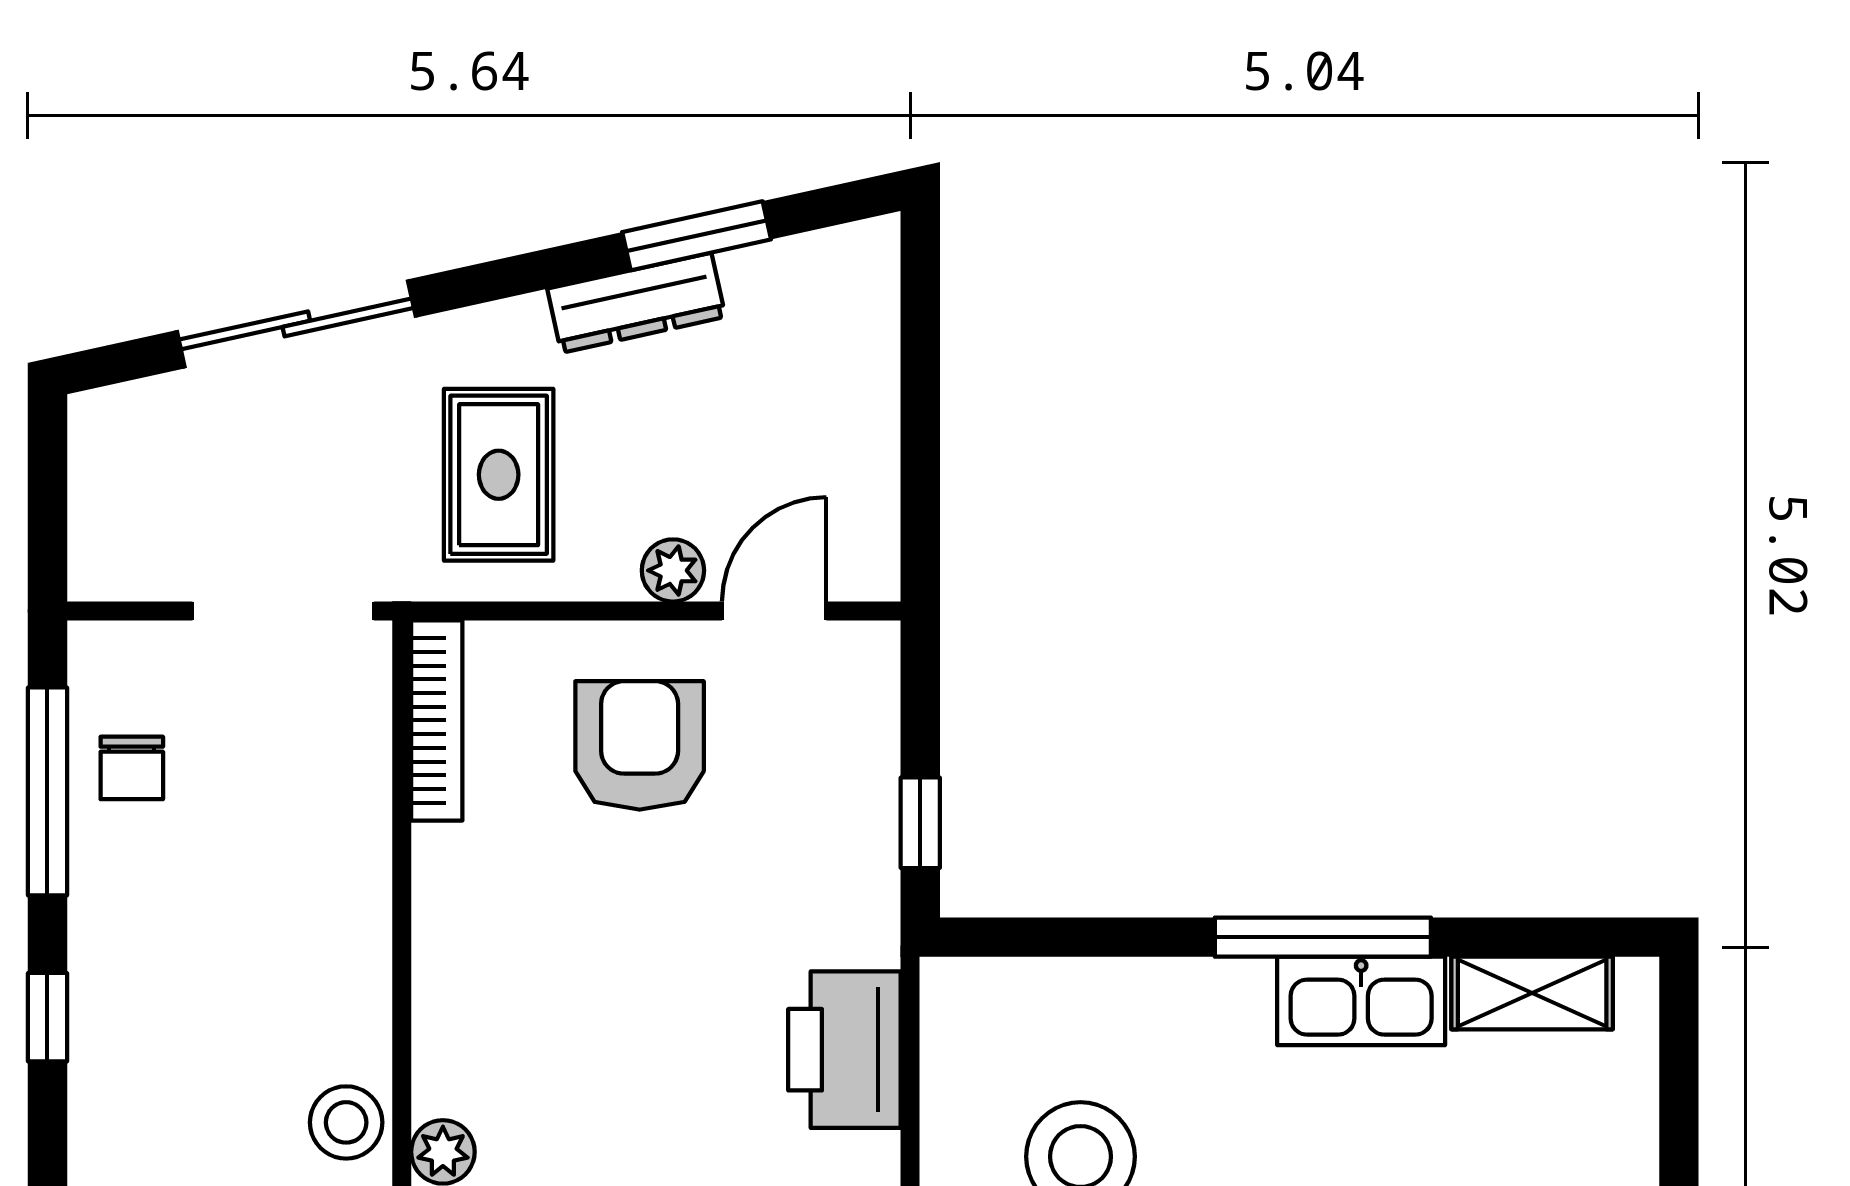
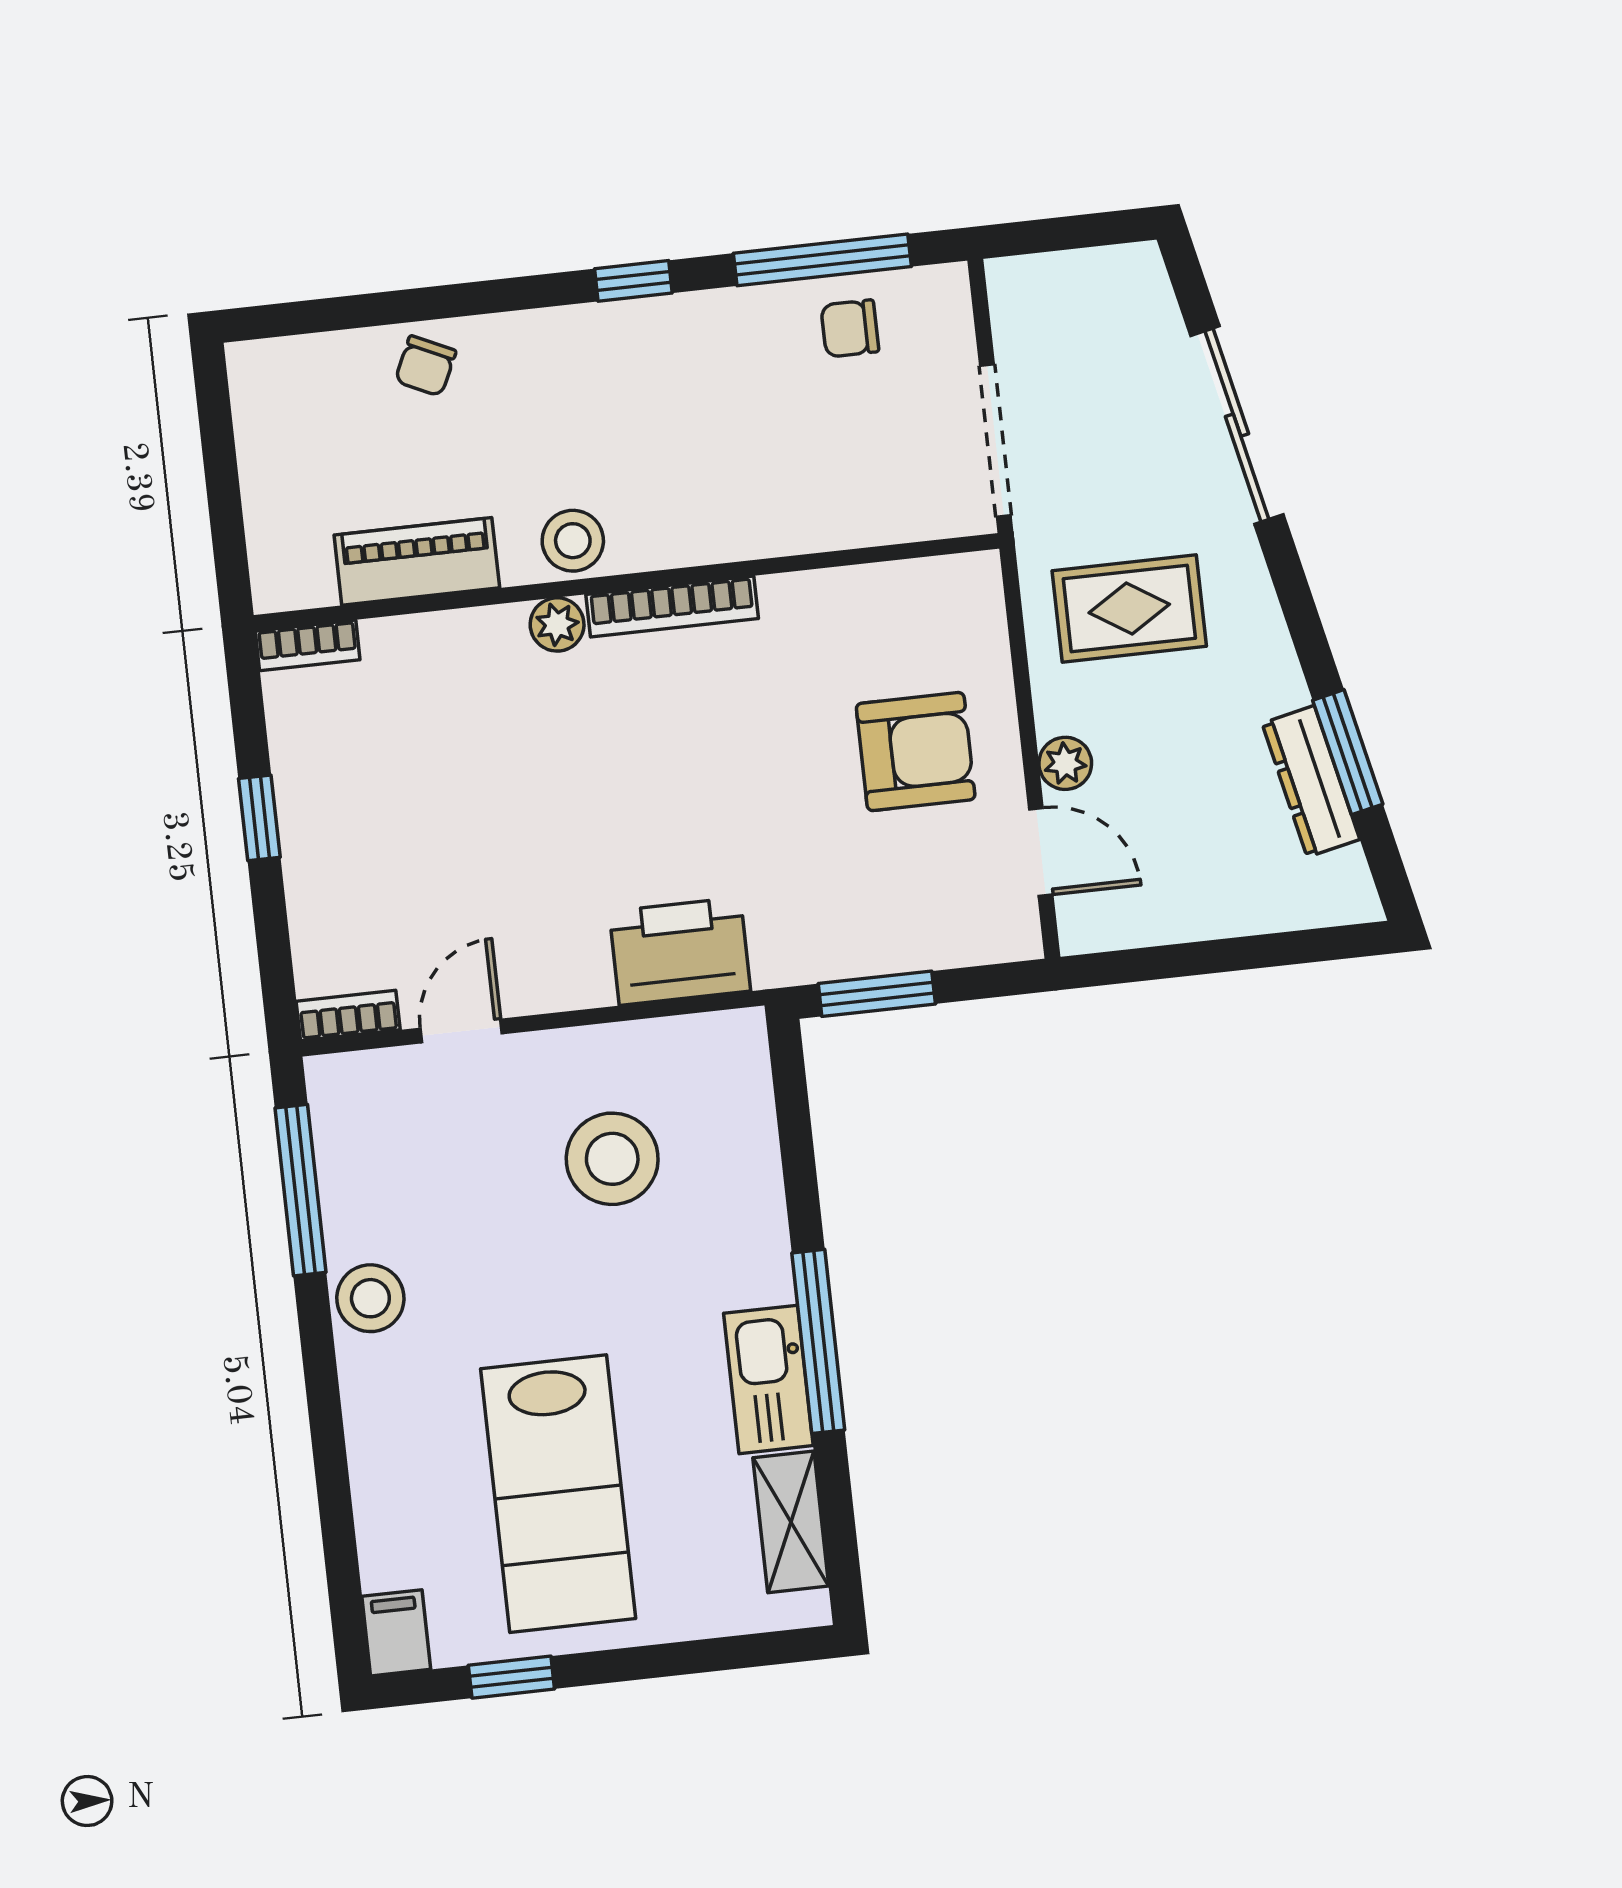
dresser: (636, 303) -> (1311, 781), moved
bookcase: (437, 720) -> (672, 607), moved
window: (920, 823) -> (877, 994), width x1.50

